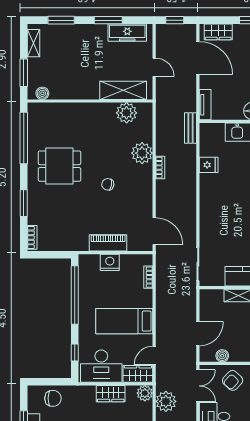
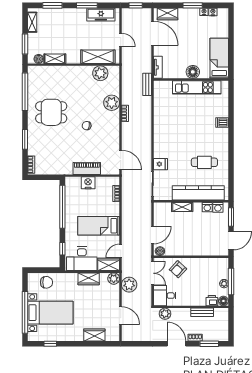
shelving: (64, 93) -> (55, 59), added
fridge: (209, 165) -> (160, 164), moved
boiler: (222, 356) -> (160, 251), moved

